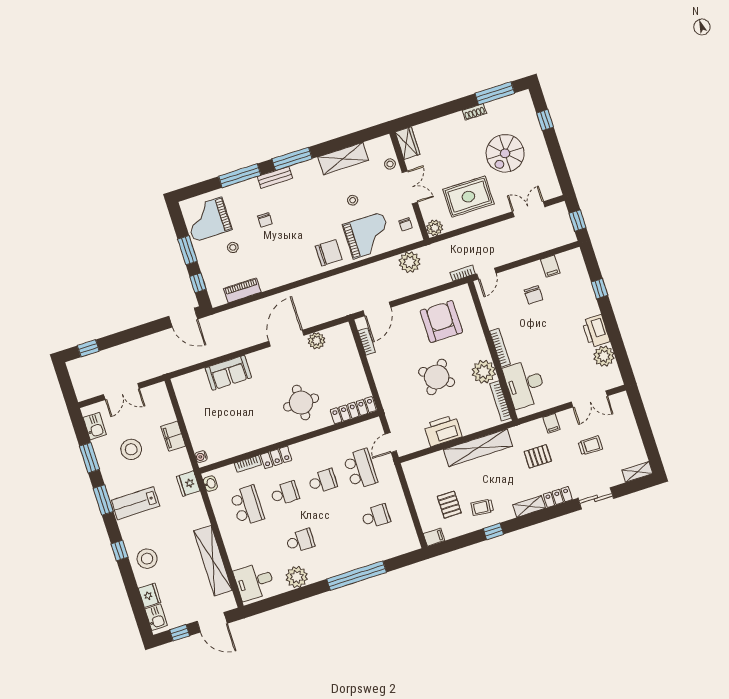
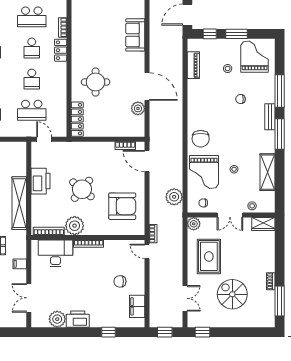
window: (545, 120) -> (203, 332), moved
filing cabinet: (550, 266) -> (137, 306), width x2.00

